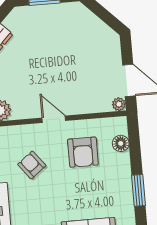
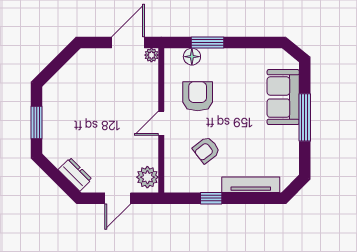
armchair: (83, 152) -> (198, 96), turned -90
window: (138, 190) -> (208, 43), moved

